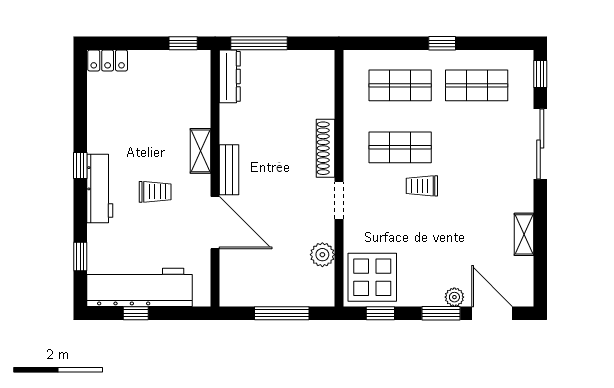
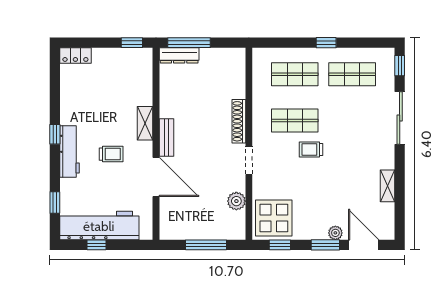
dresser: (230, 76) -> (179, 55), moved, turned 90

